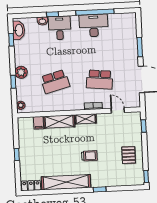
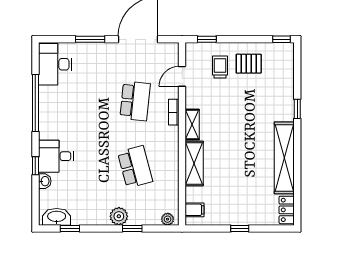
desk: (94, 25) -> (55, 64), moved
filing cabinet: (38, 123) -> (195, 210), moved
trolley: (89, 156) -> (220, 67), moved

